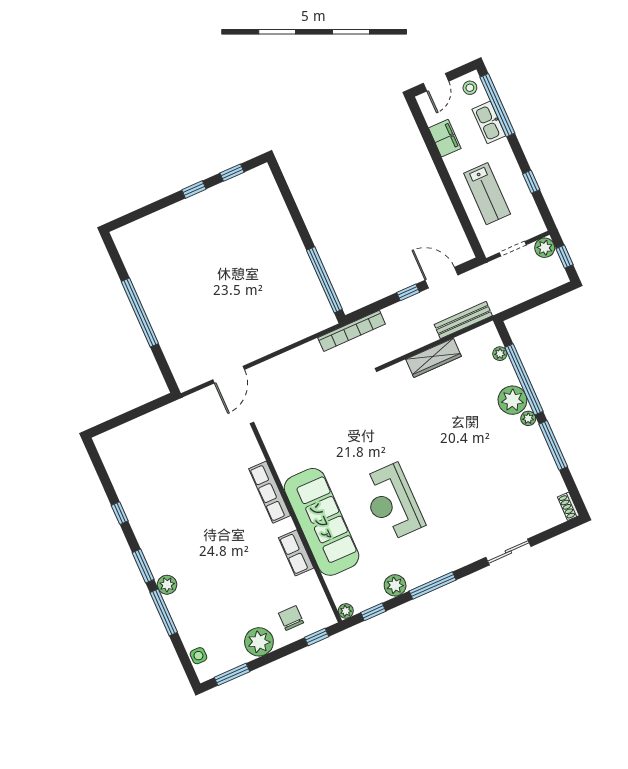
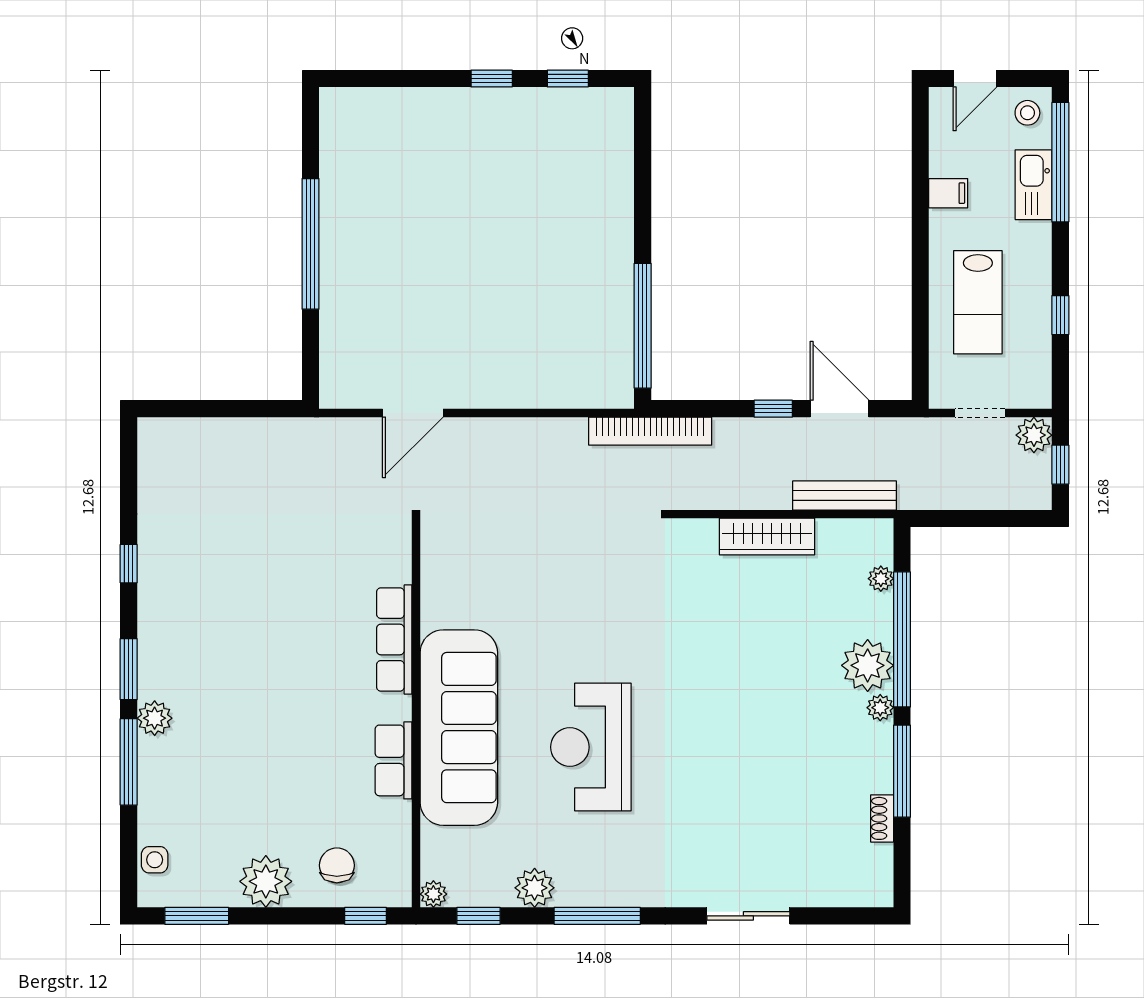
filing cabinet: (445, 138) -> (948, 193), width x0.50
shoe rack: (568, 506) -> (882, 818), moved

